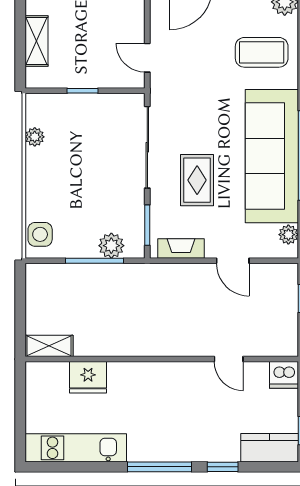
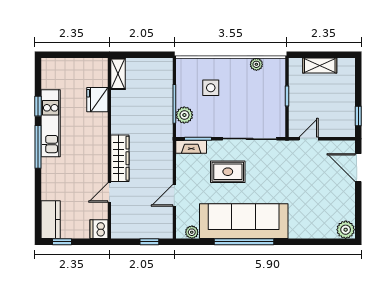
coffee table: (262, 52) -> (312, 214), removed
side table: (40, 234) -> (211, 88), moved
fireplace: (181, 249) -> (191, 147), moved, turned 90
wardrobe: (177, 343) -> (120, 158), added
kitchen unit: (76, 448) -> (51, 123), moved
window: (223, 467) -> (38, 106), moved

